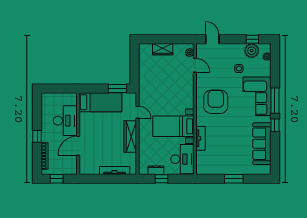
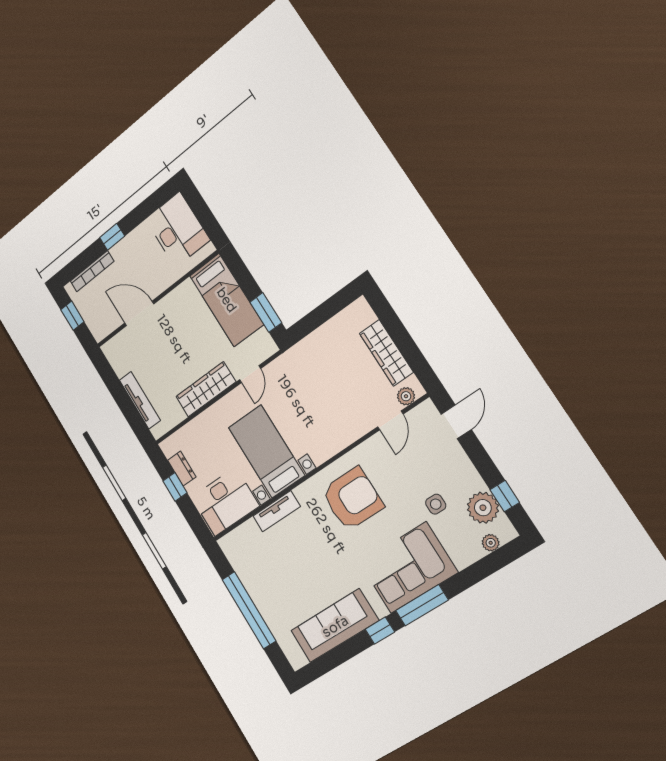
wardrobe: (163, 49) -> (386, 353), width x1.50
desk: (65, 121) -> (177, 230), moved, turned -90
window: (234, 179) -> (249, 610), width x2.11

